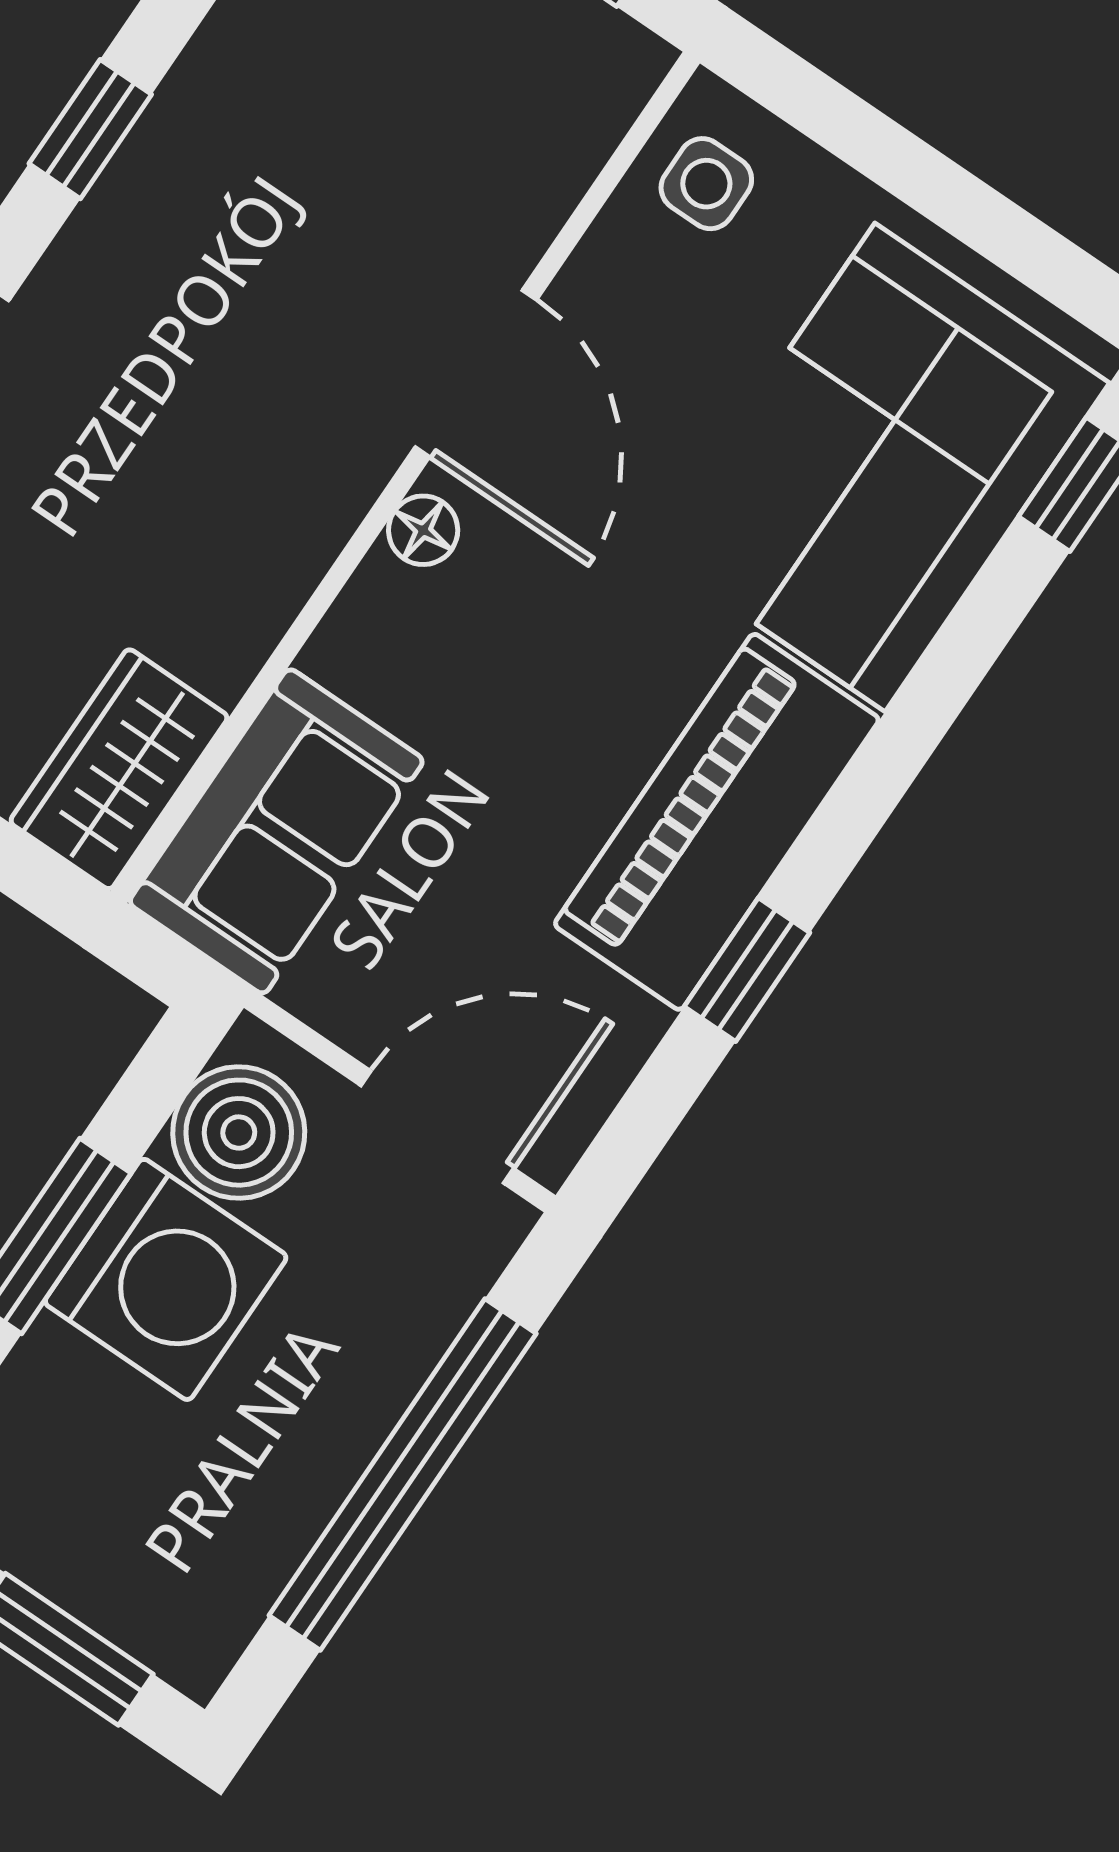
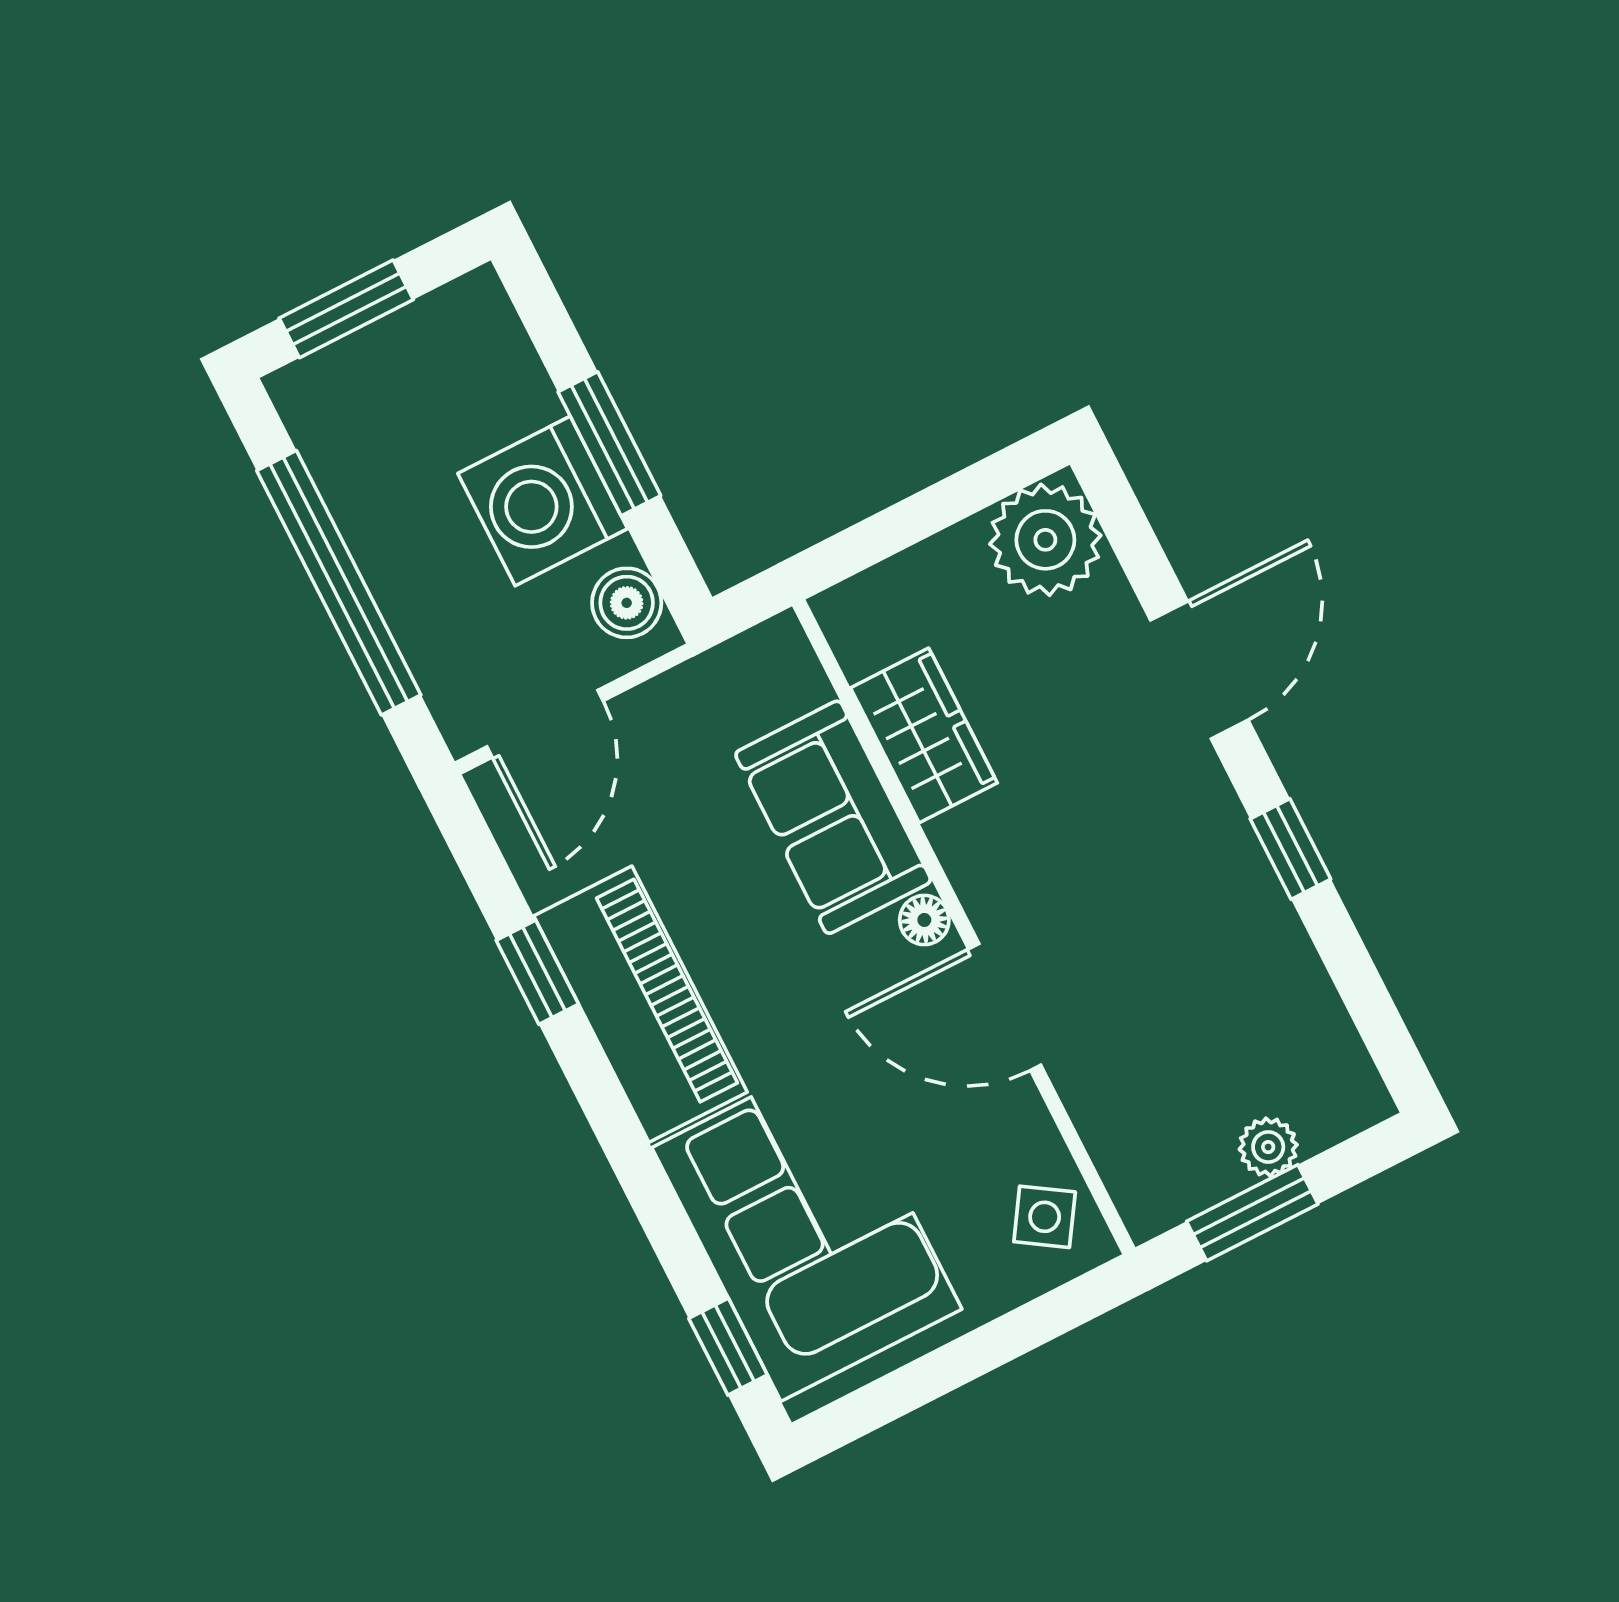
side table: (706, 184) -> (1045, 1217), turned 33
wardrobe: (119, 769) -> (924, 735), moved
sofa: (276, 831) -> (833, 817), moved
boiler: (239, 1133) -> (627, 603), width x0.73, depth x0.73

